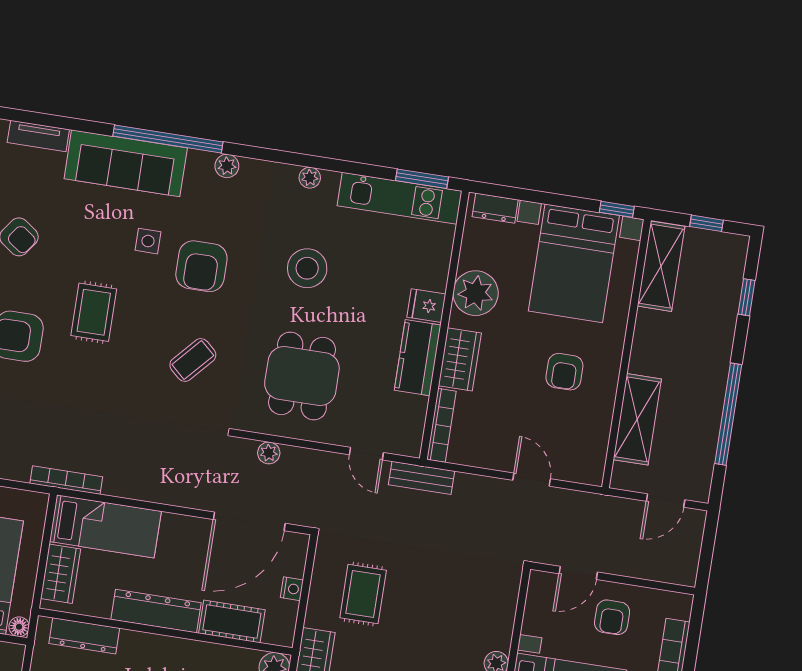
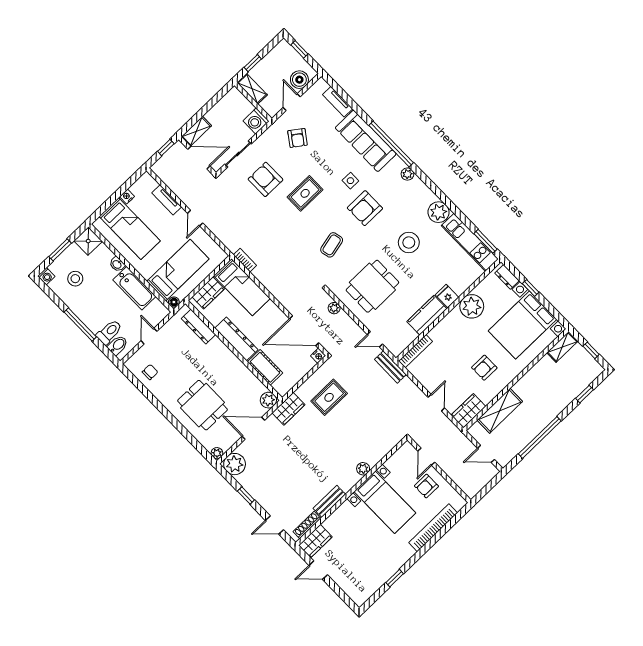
plant: (310, 178) -> (438, 212), width x1.88, depth x1.88
window: (617, 209) -> (531, 288), moved
shelving: (661, 266) -> (562, 347), width x0.67, depth x0.75
wardrobe: (460, 359) -> (468, 411), moved, turned 180
coffee table: (193, 360) -> (332, 245), turned -55
door: (366, 454) -> (375, 339), hinge flipped
bookcase: (66, 480) -> (245, 260), width x0.64
door: (578, 573) -> (426, 457), hinge flipped
nightstand: (292, 589) -> (318, 356), moved

